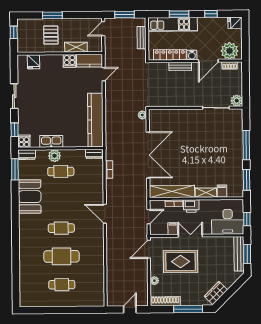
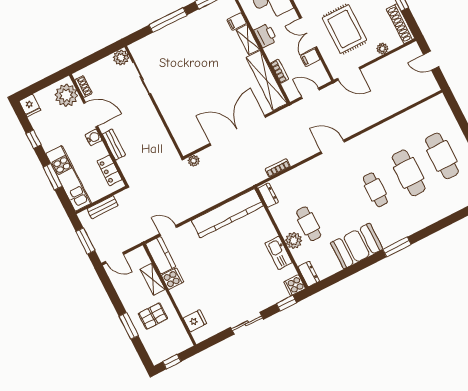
locker: (170, 55) -> (109, 170), width x0.66
window: (15, 169) -> (397, 247), moved
printer: (191, 206) -> (266, 35), moved
door: (105, 214) -> (333, 147), swing flipped
cafe table: (62, 285) -> (442, 156), width x1.37, depth x1.35

